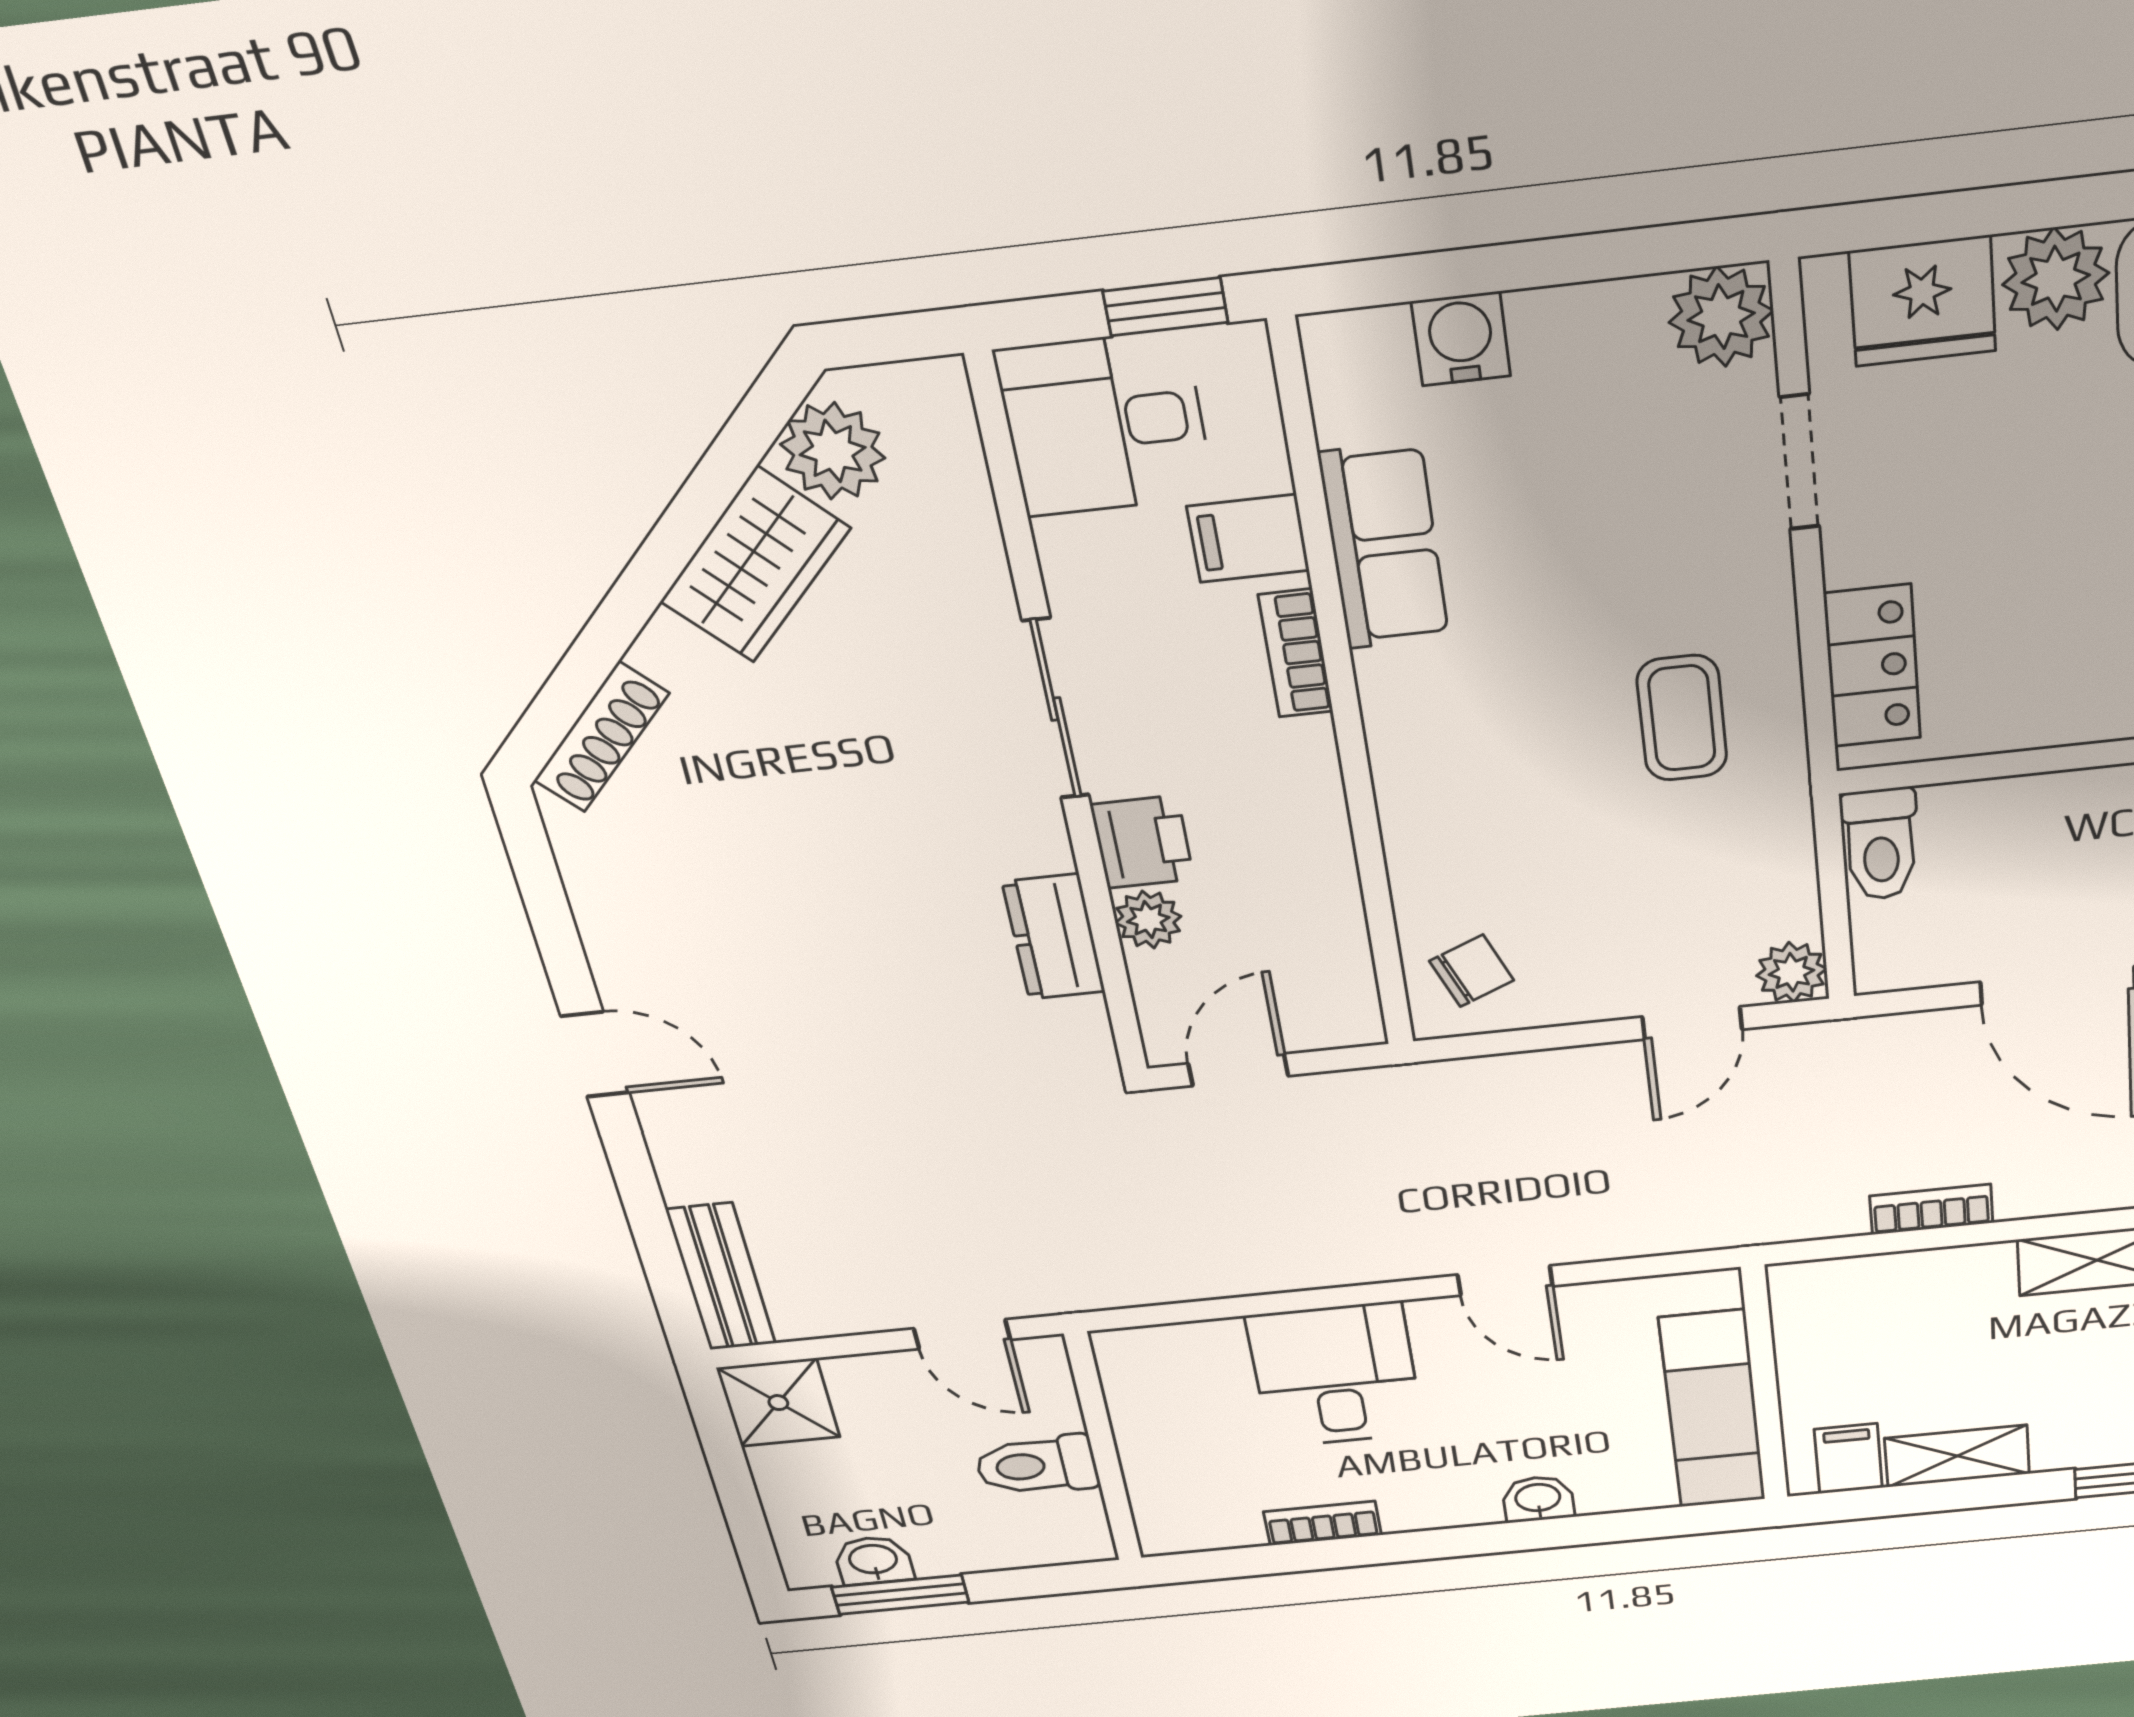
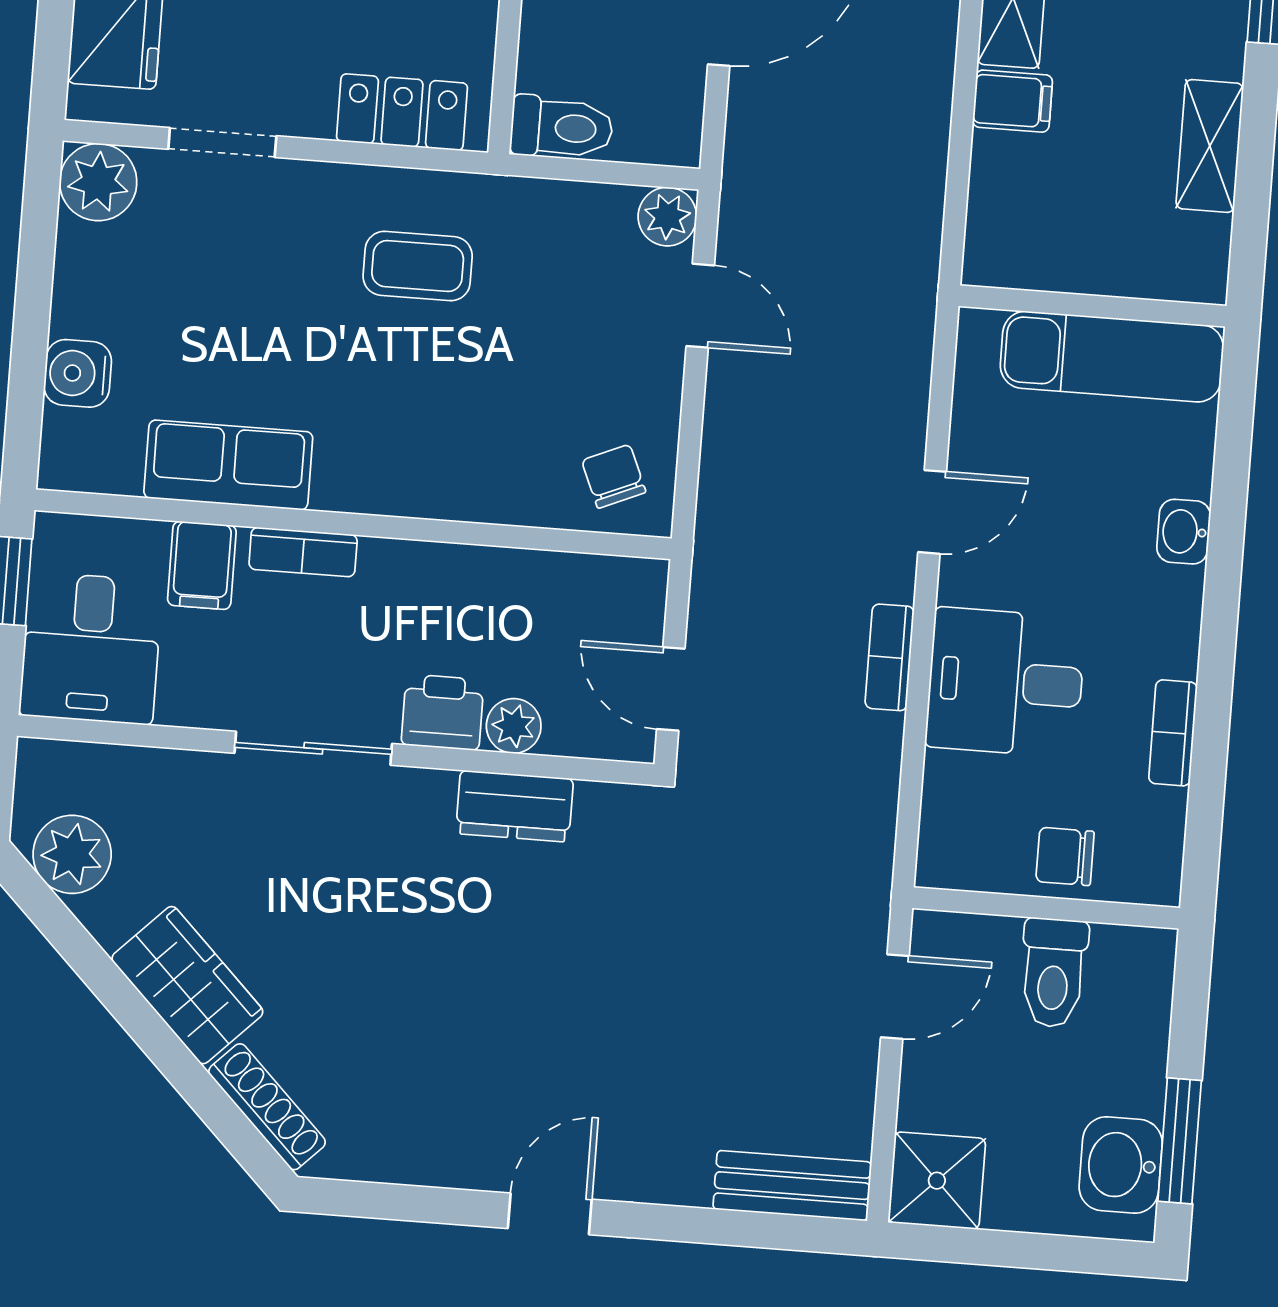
wardrobe: (755, 565) -> (187, 985), moved
bookcase: (1931, 1209) -> (890, 657), moved
chair: (1164, 1455) -> (1065, 856), added
filing cabinet: (1848, 1459) -> (1013, 101), moved, turned 180
washbasin: (873, 1560) -> (1121, 1165), width x1.38, depth x1.45

